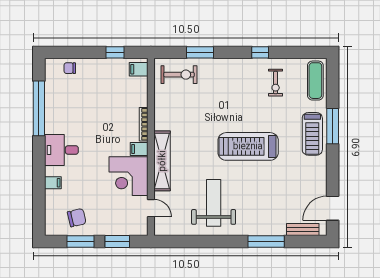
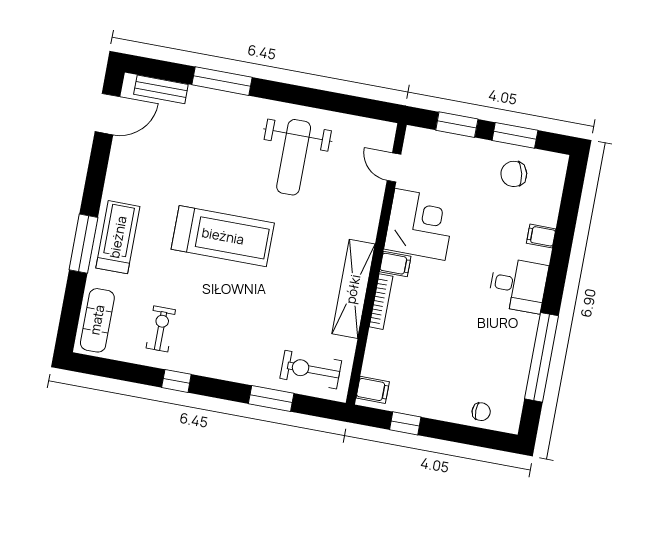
shelving: (162, 161) -> (353, 289), moved

